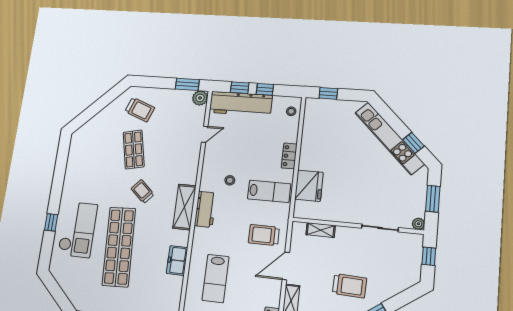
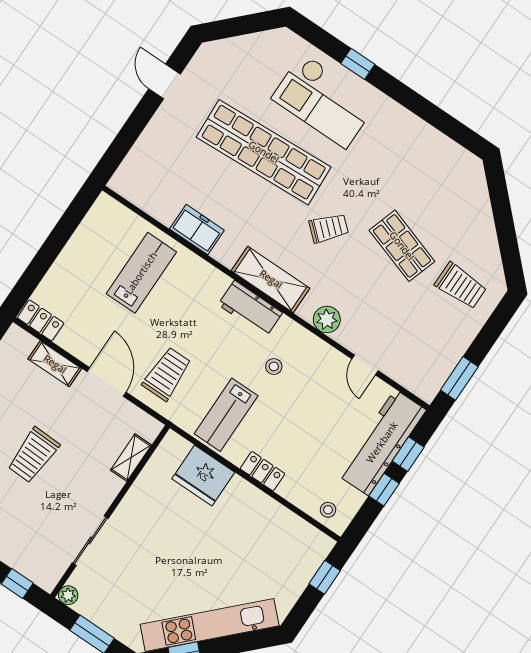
plant: (200, 98) -> (327, 319), moved
trolley: (140, 110) -> (461, 286), turned -111
shop shelf: (134, 149) -> (402, 246), turned 30
lab bench: (216, 278) -> (141, 273), turned 90

